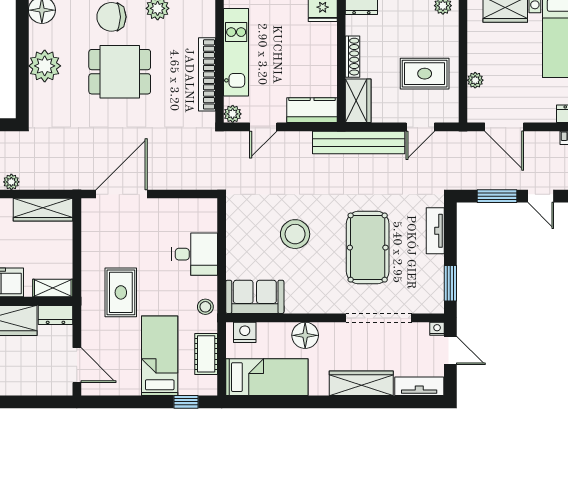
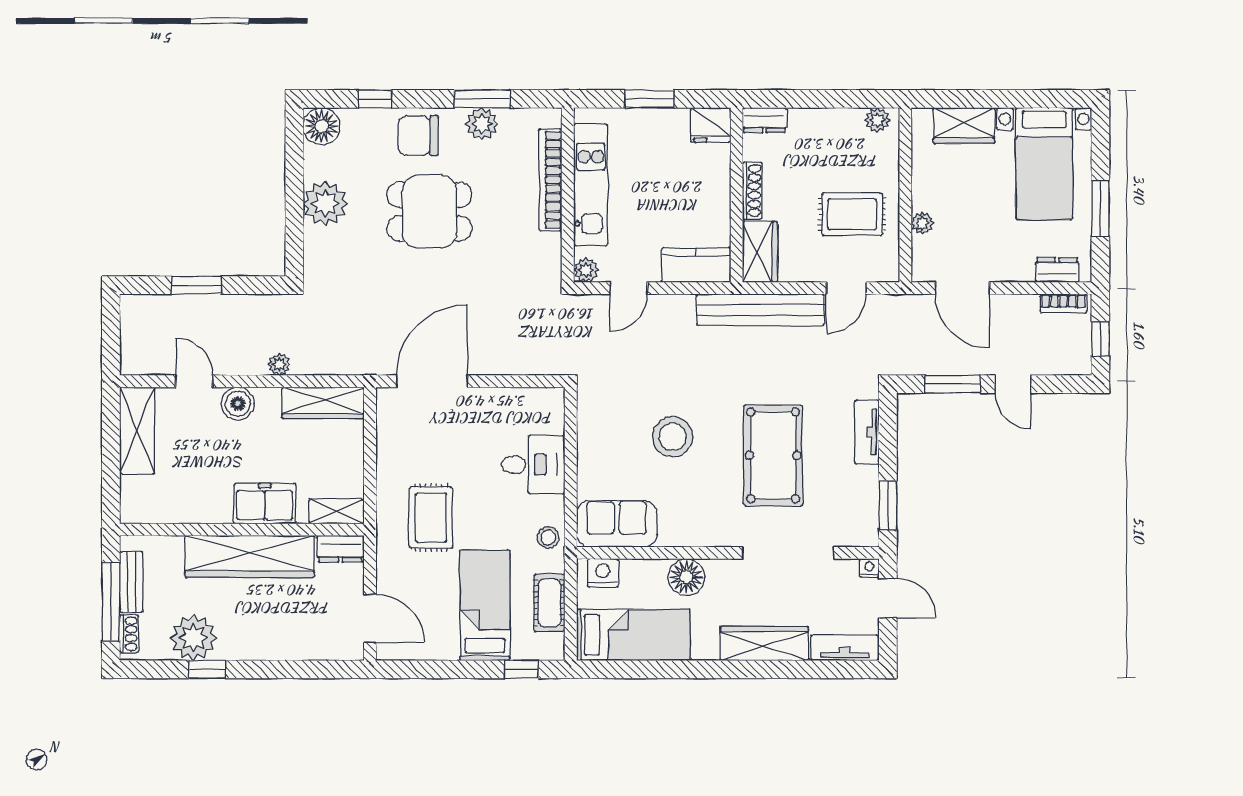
bookcase: (207, 74) -> (550, 180), moved

